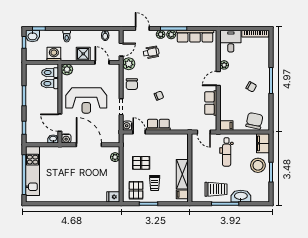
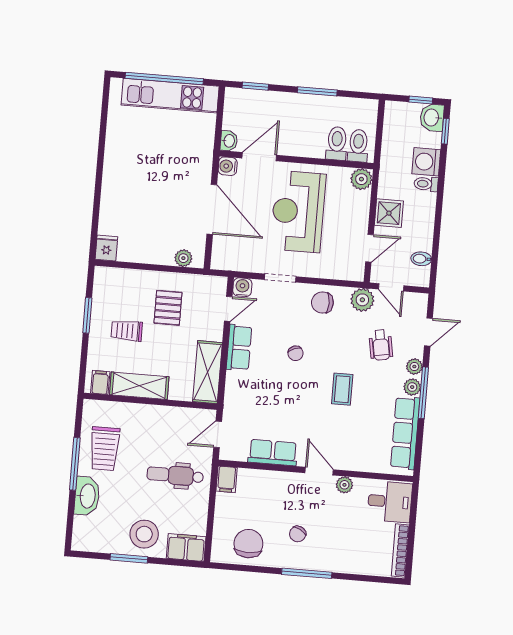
washing machine: (54, 54) -> (426, 162), moved, turned 180
coffee table: (175, 70) -> (342, 389), added
chair: (254, 121) -> (248, 544), moved, turned -102
shelving: (172, 140) -> (207, 372), added
door: (89, 145) -> (212, 209), hinge flipped
pallet: (136, 190) -> (116, 293), removed

